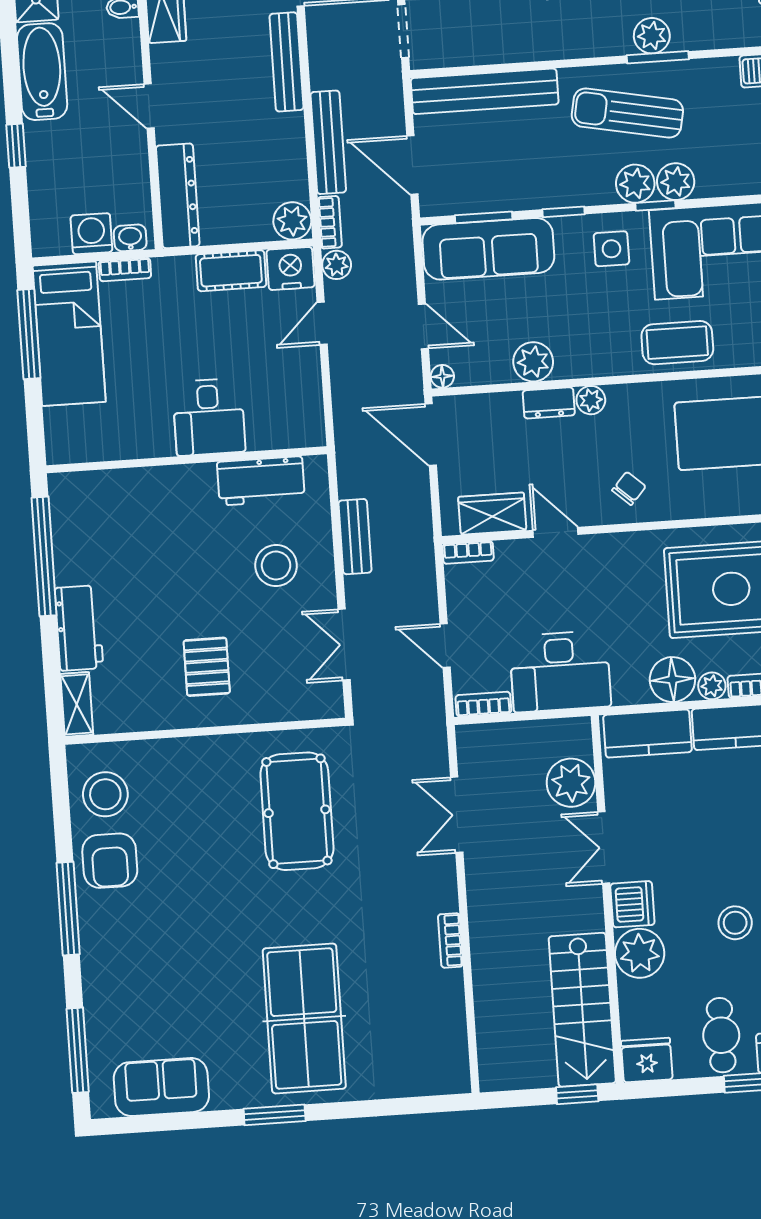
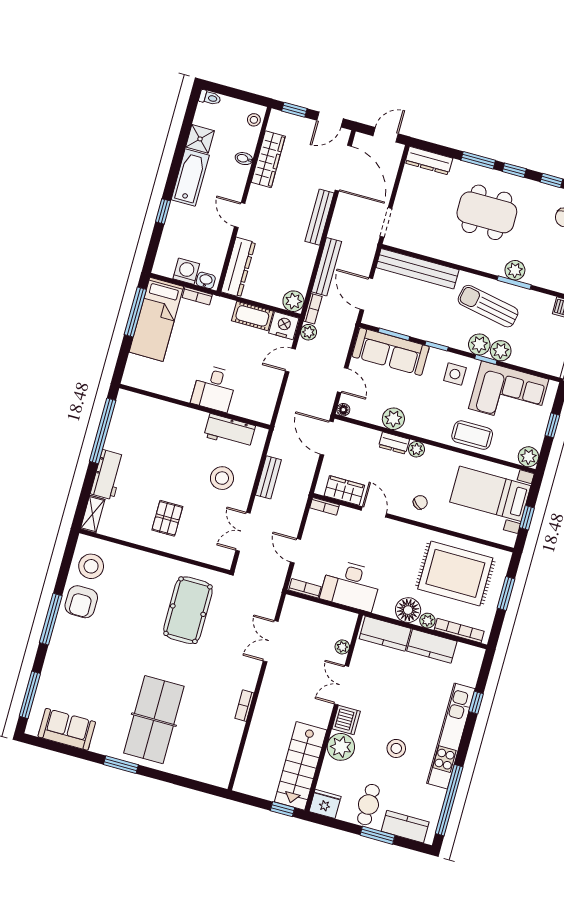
plant: (571, 783) -> (342, 647), width x0.53, depth x0.53

